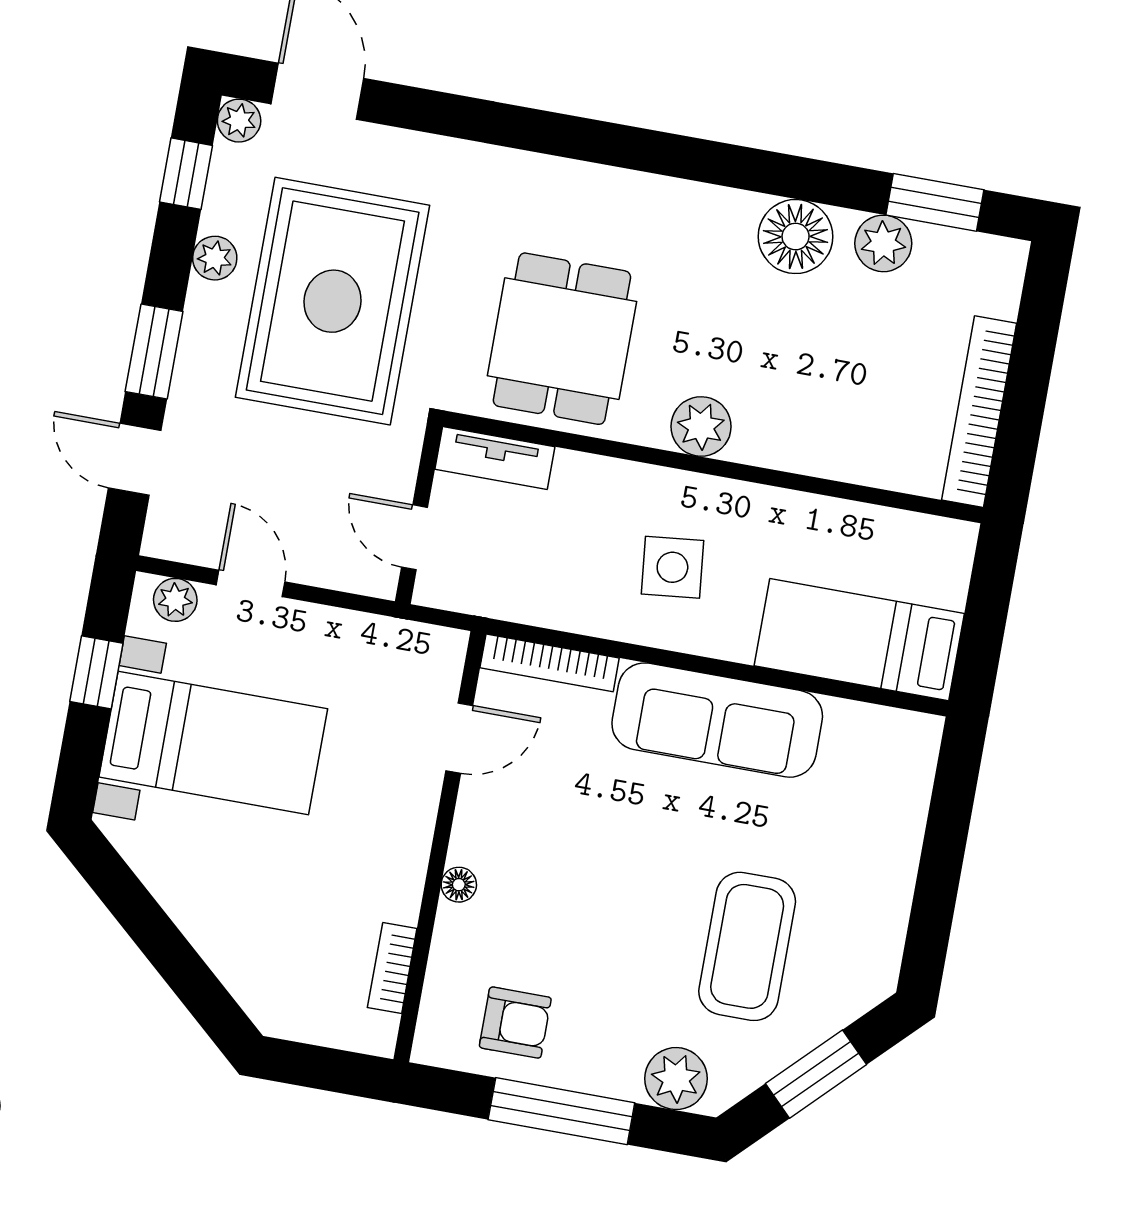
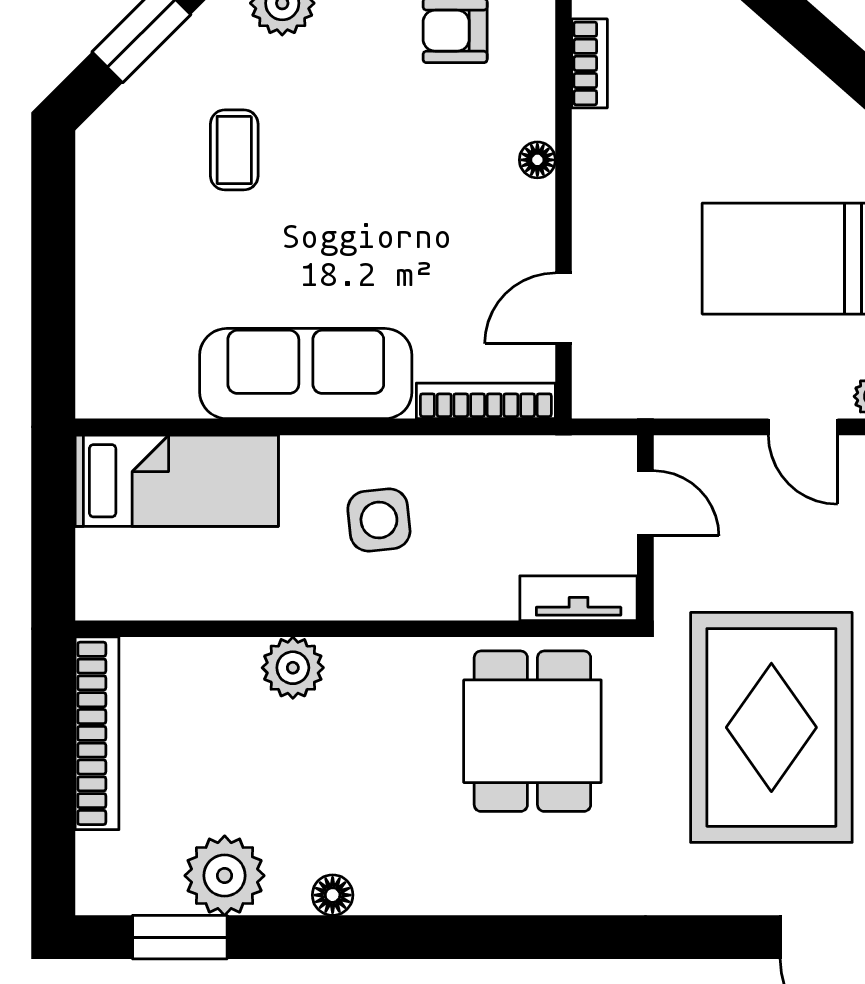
floor lamp: (796, 237) -> (333, 895), width x0.53, depth x0.53
plant: (883, 243) -> (225, 876), width x1.36, depth x1.36
plant: (701, 426) -> (293, 668), moved
coffee table: (747, 946) -> (234, 150), width x0.54, depth x0.58

